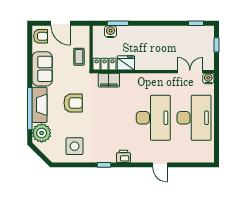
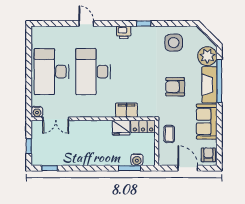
armchair: (41, 36) -> (208, 155), turned 90
filing cabinet: (109, 80) -> (126, 110), moved

